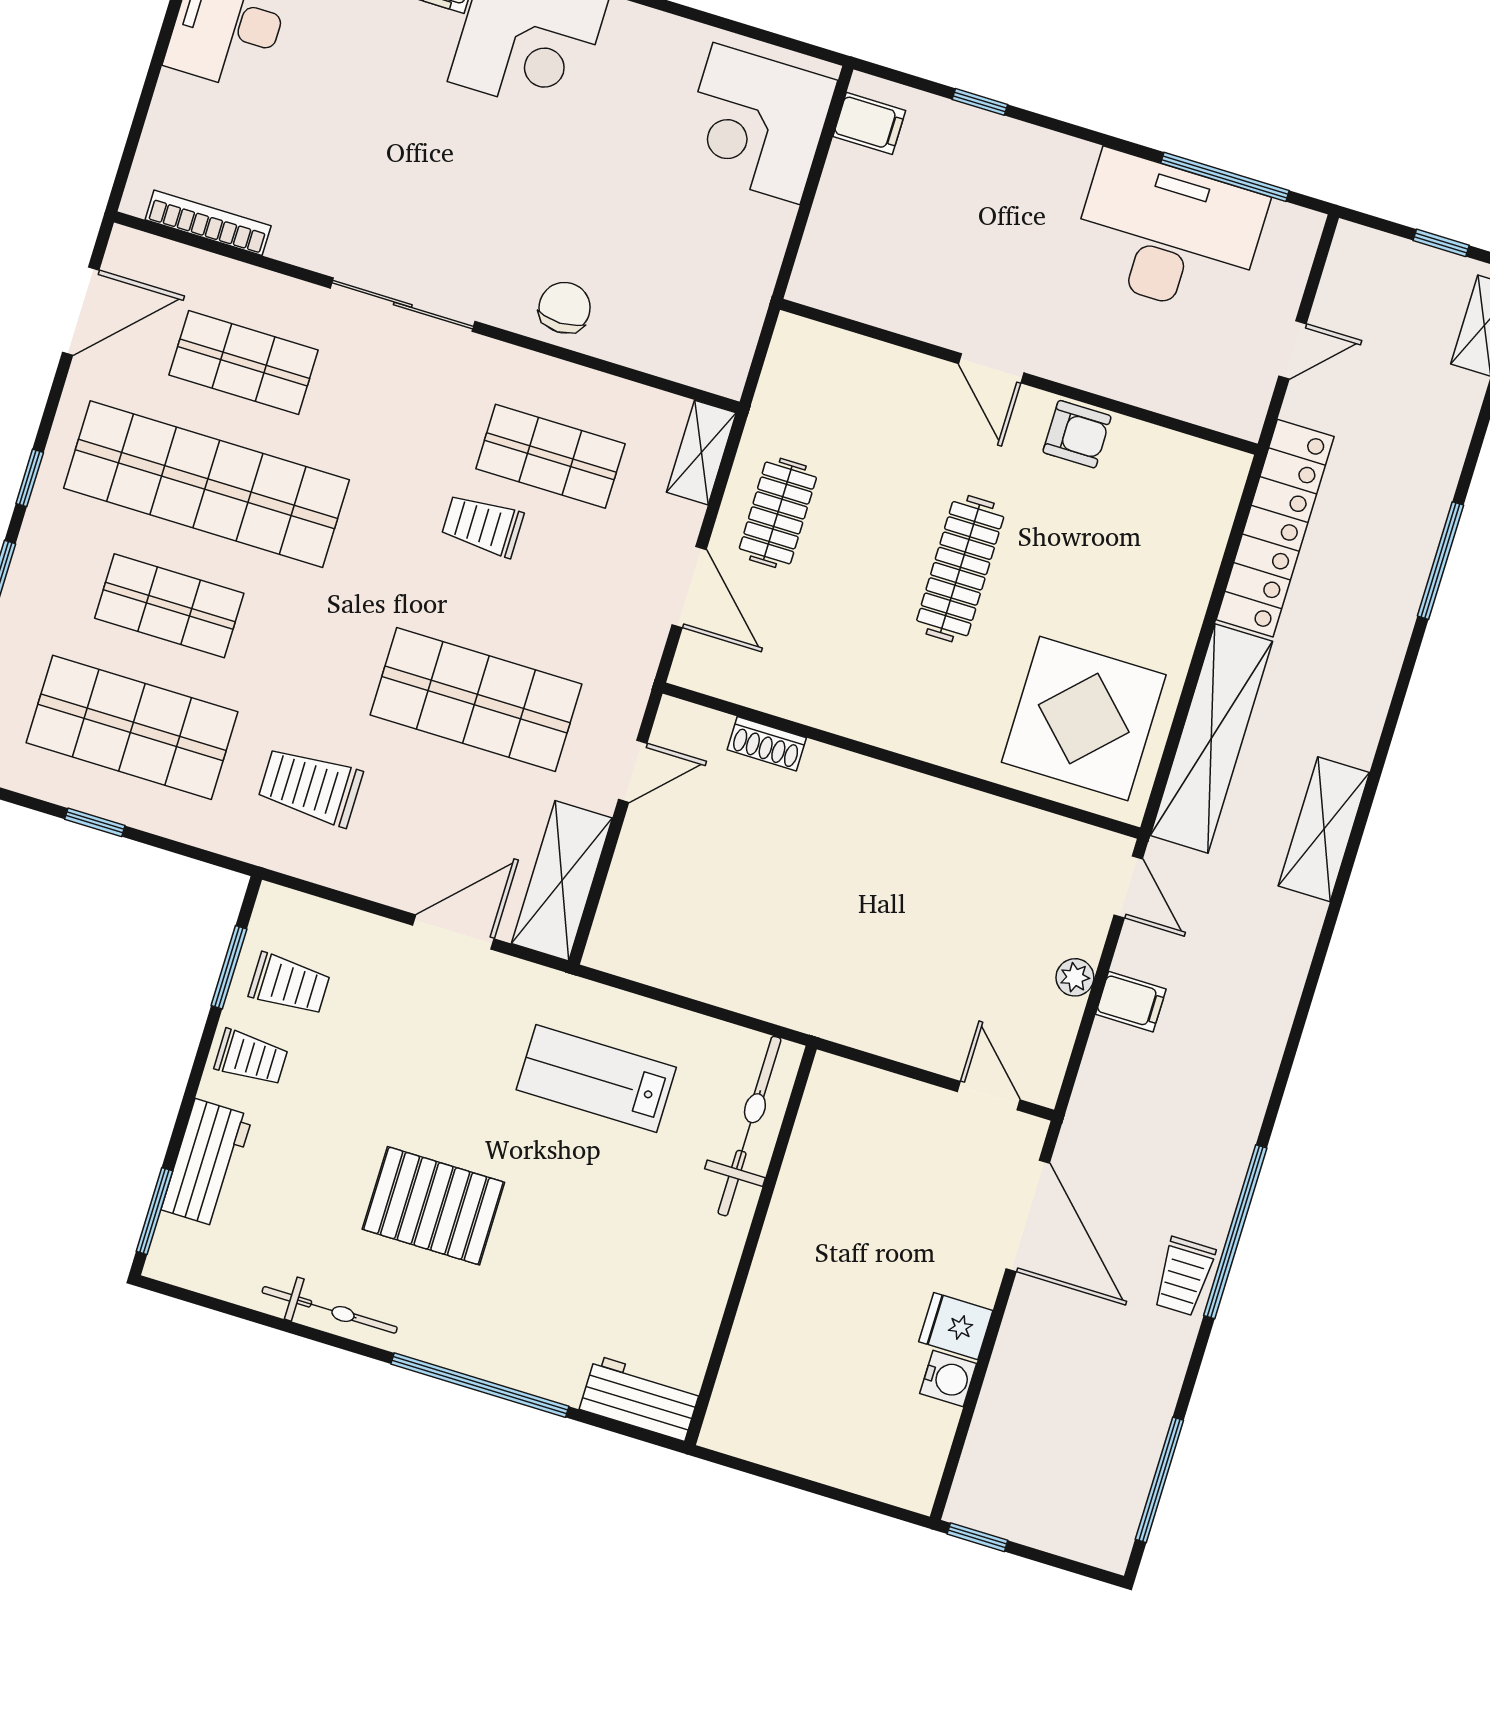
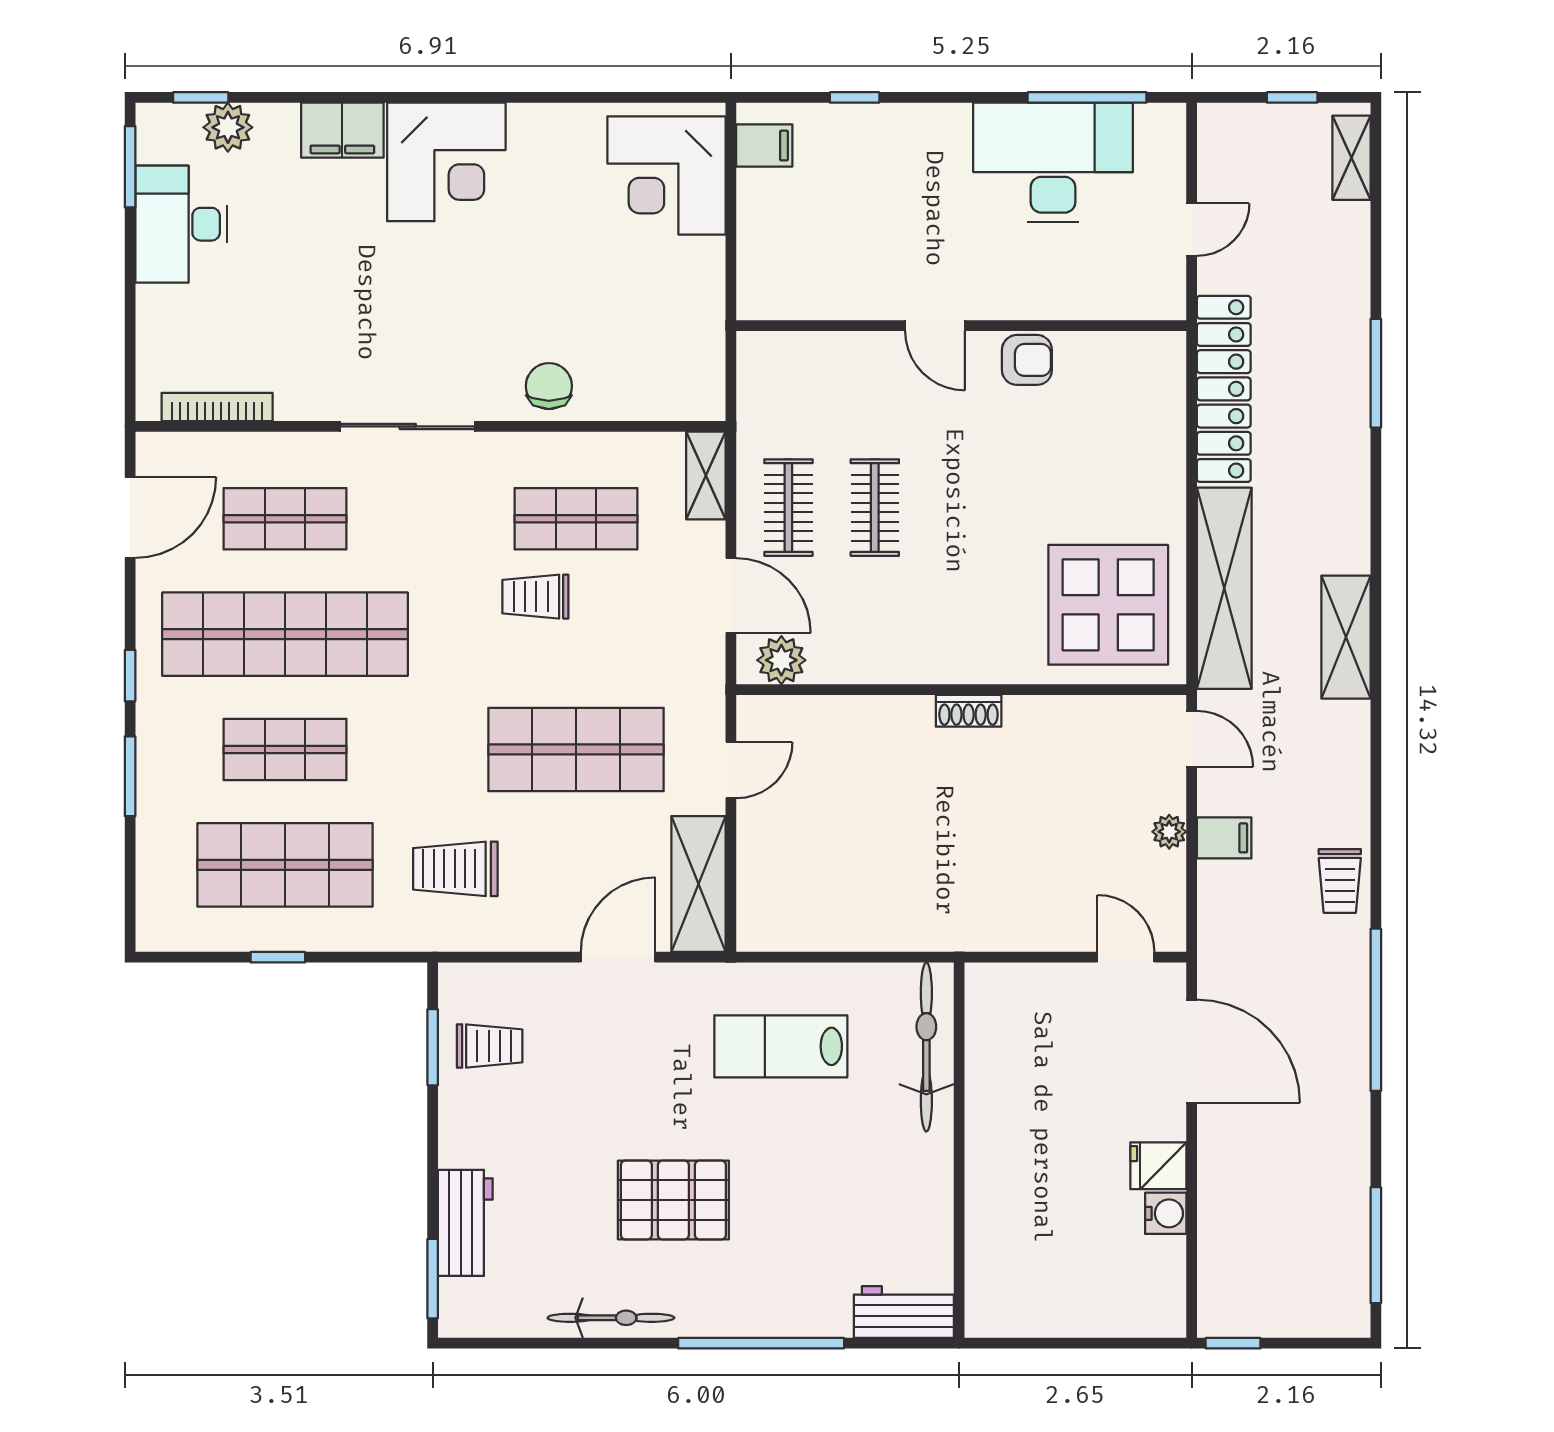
clothes rail: (960, 569) -> (875, 508), moved, width x0.73
plant: (721, 671) -> (781, 660), added
shoe rack: (767, 744) -> (969, 711), moved
trolley: (251, 1058) -> (476, 1120), removed
trolley: (1184, 1276) -> (1340, 881), moved

